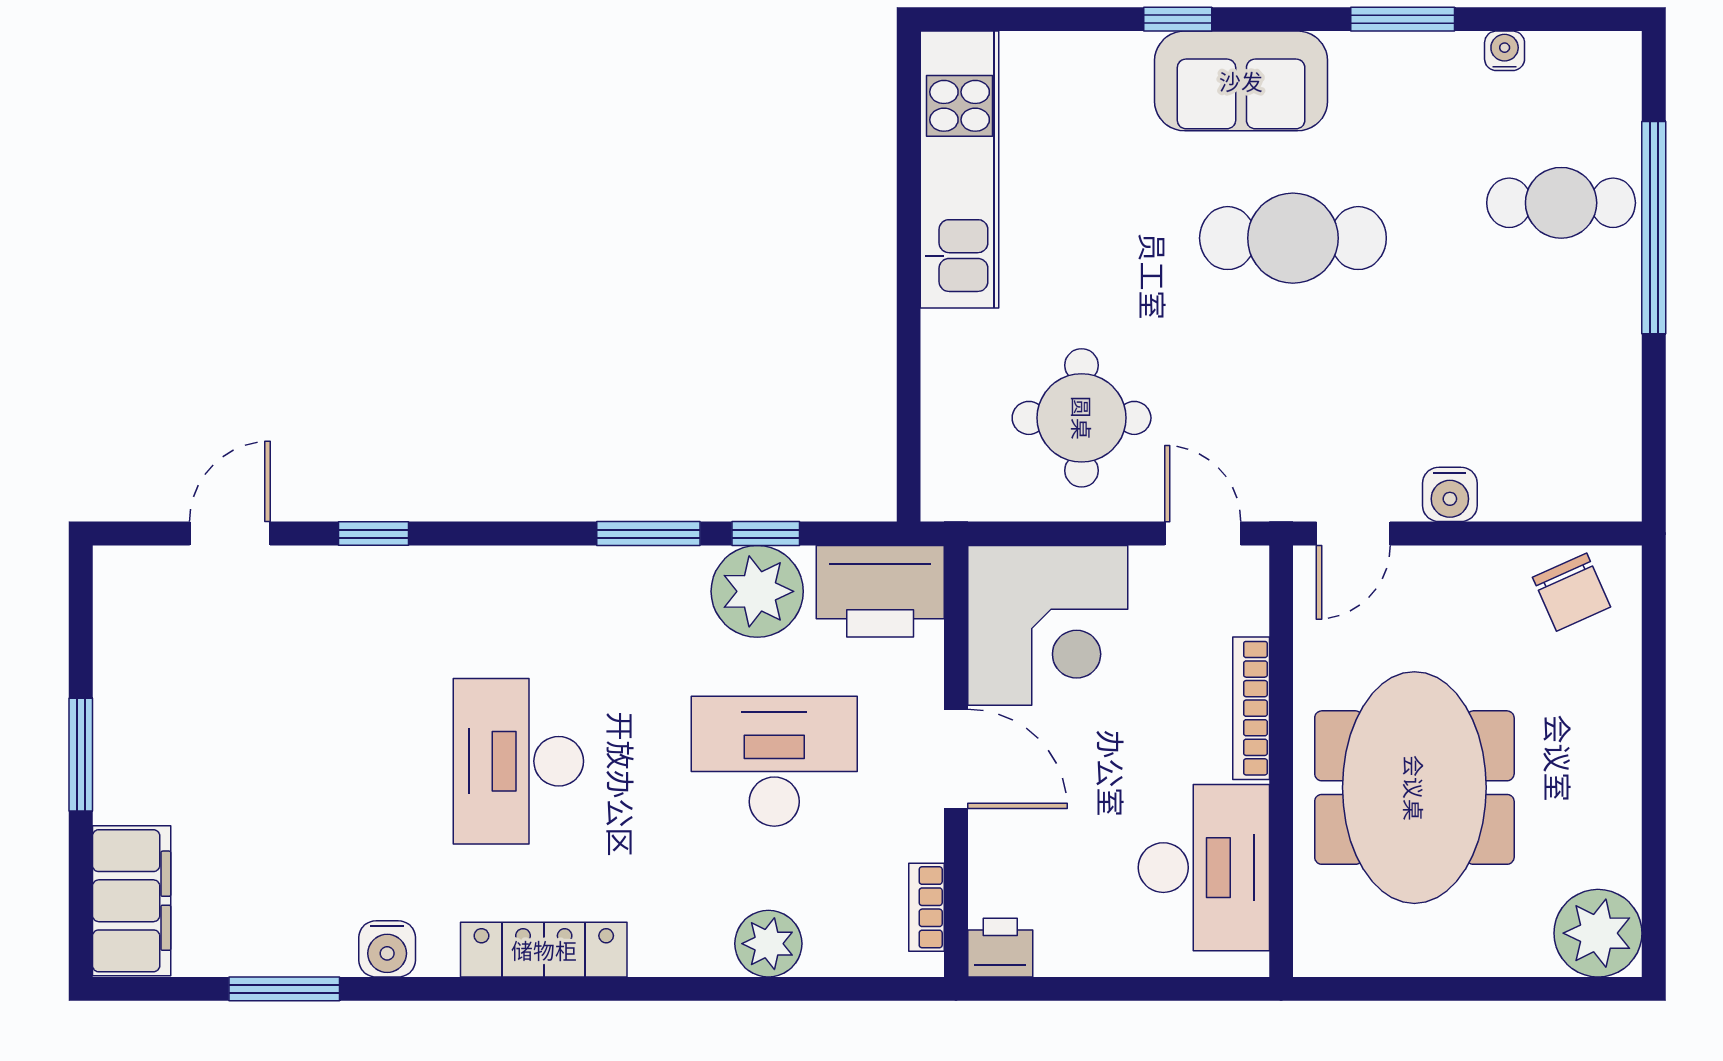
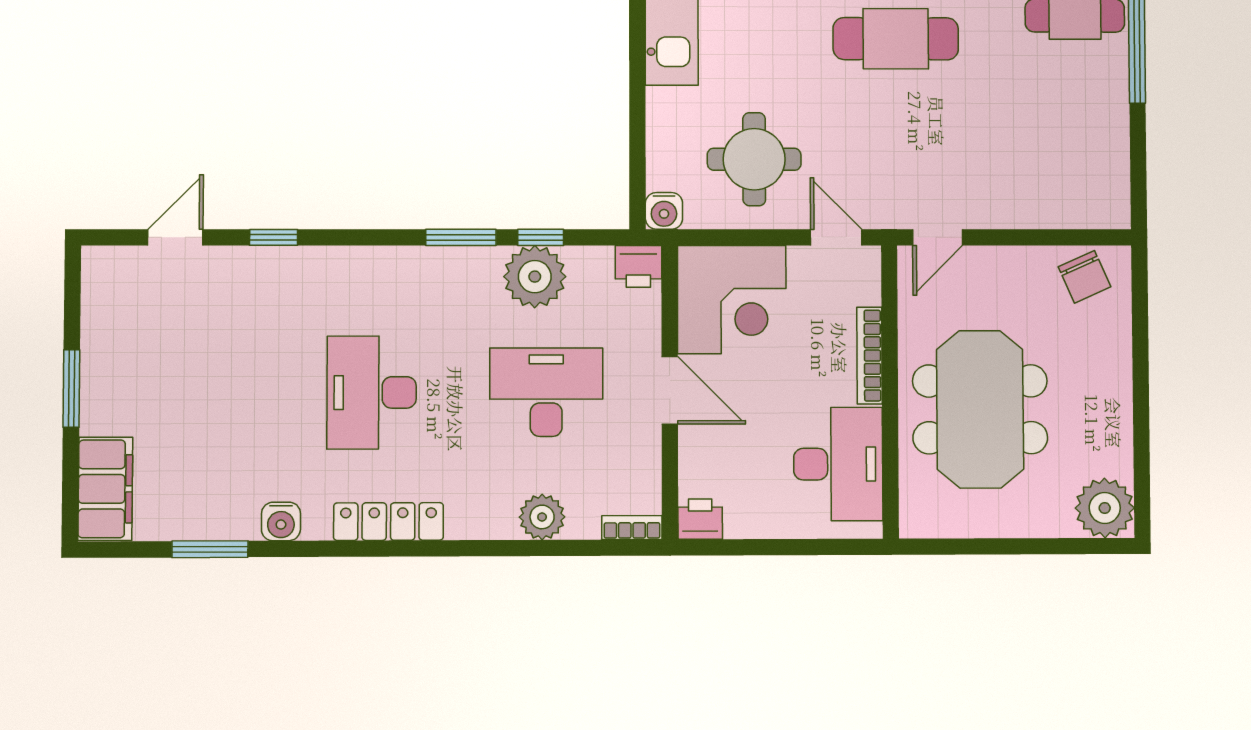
water cooler: (1450, 494) -> (664, 211), moved
printer: (880, 591) -> (638, 266), width x0.53, depth x0.68
bookcase: (927, 907) -> (632, 528), moved, turned 90

